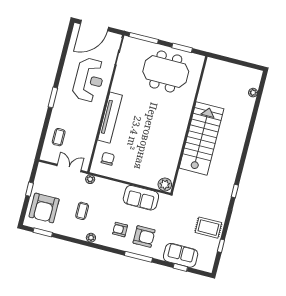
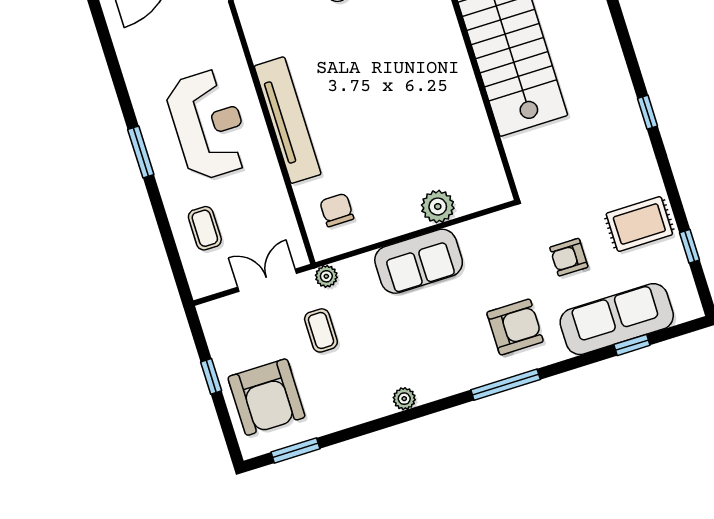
reception desk: (89, 80) -> (208, 125), moved
plant: (165, 184) -> (438, 207), moved
sofa: (141, 198) -> (419, 261), moved
coffee table: (82, 211) -> (321, 330), moved
armchair: (120, 230) -> (569, 257), moved
sofa: (181, 255) -> (617, 319), width x1.36
window: (138, 257) -> (506, 385), moved

